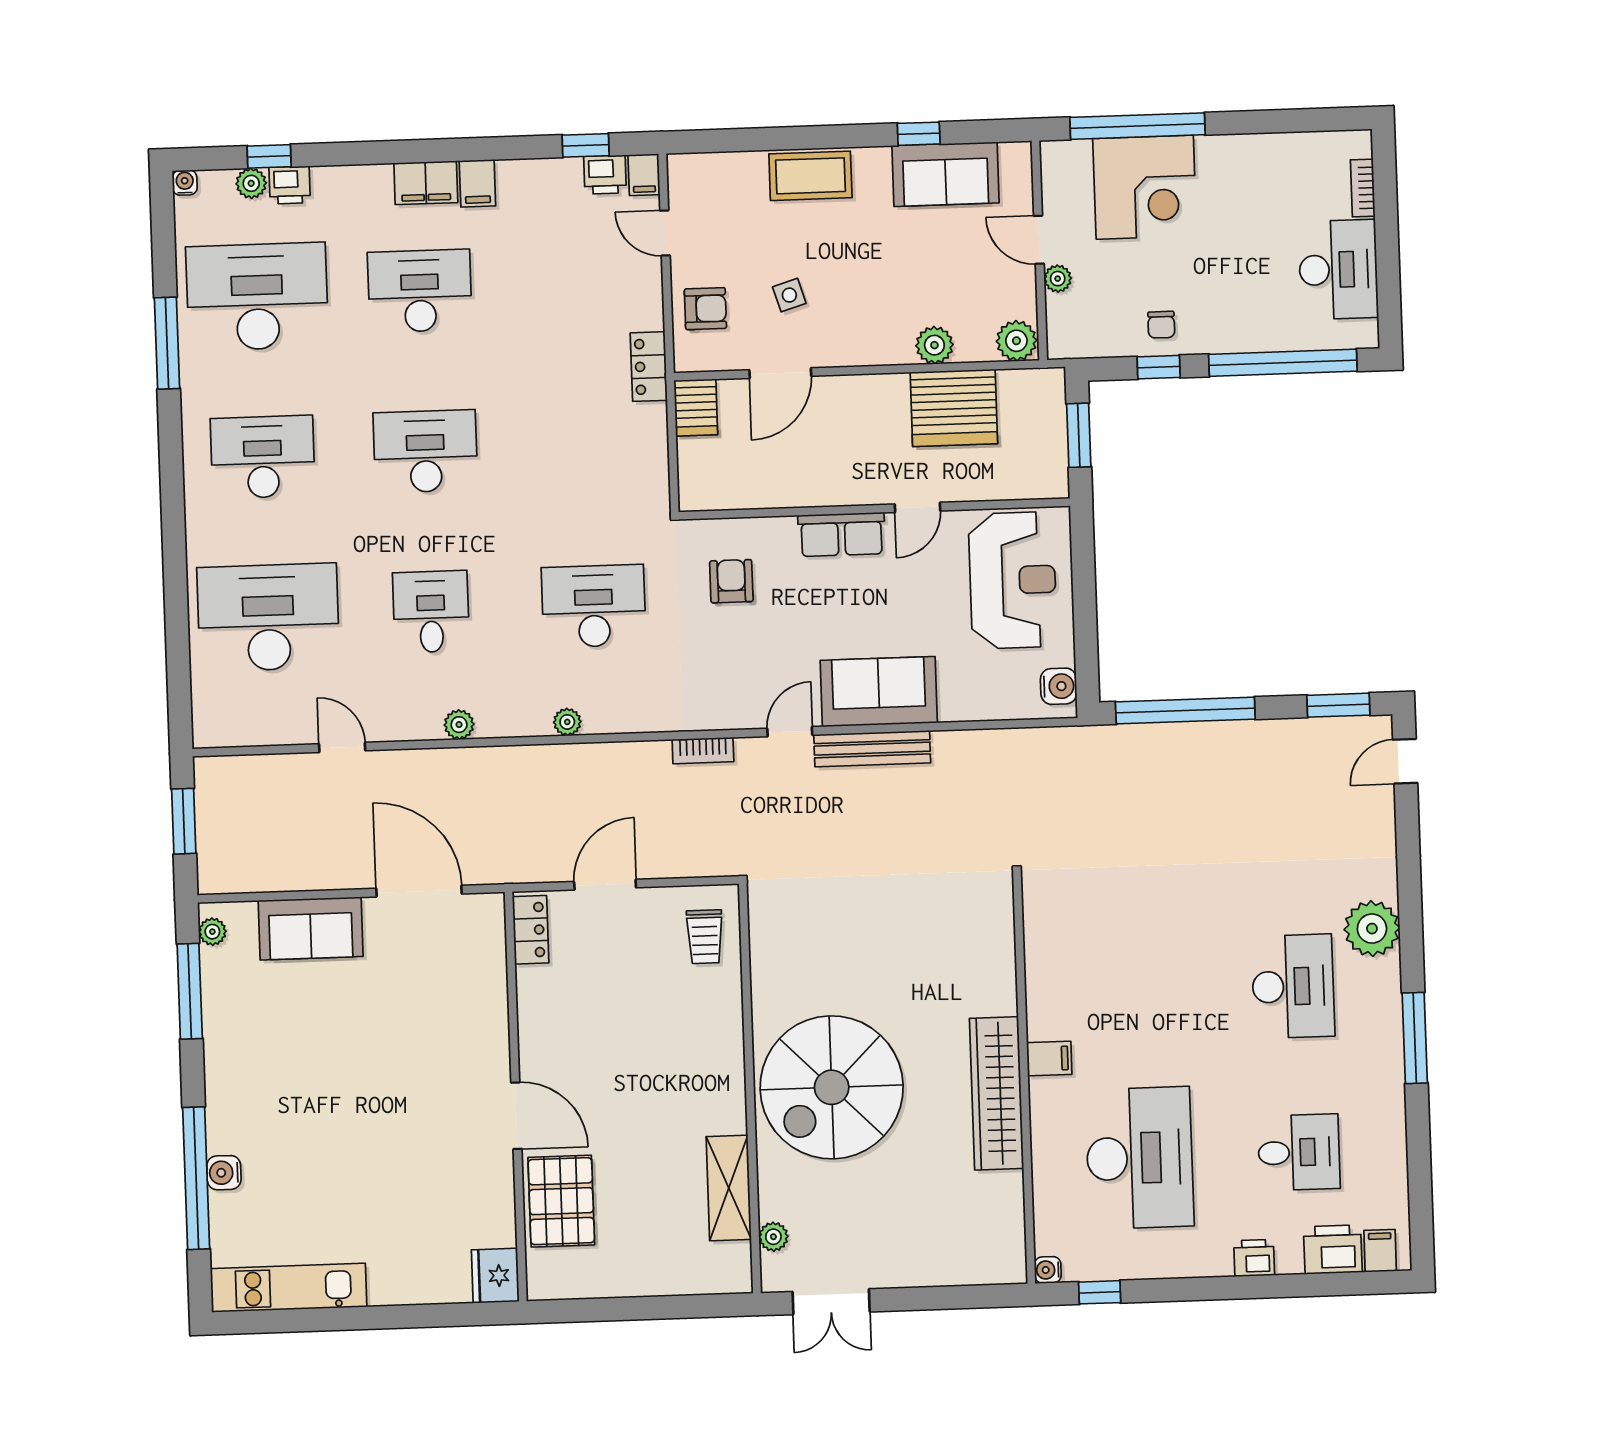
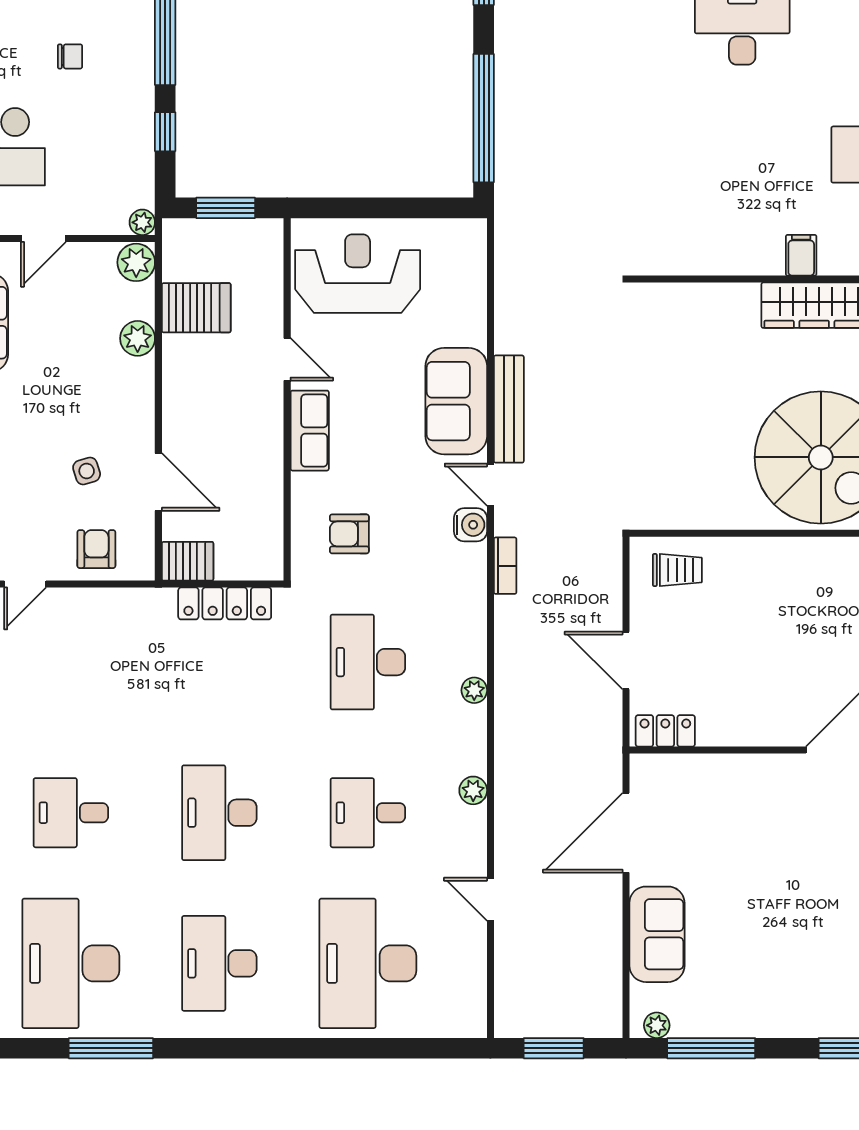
plant: (1058, 279) -> (142, 222), moved
desk: (420, 291) -> (71, 813), width x0.73
chair: (1161, 325) -> (70, 56), moved
locker: (649, 367) -> (225, 603), moved, width x1.53
server rack: (954, 408) -> (196, 308), width x0.62
water cooler: (1059, 686) -> (470, 525), moved, turned 90
door: (342, 747) -> (490, 899), hinge flipped

